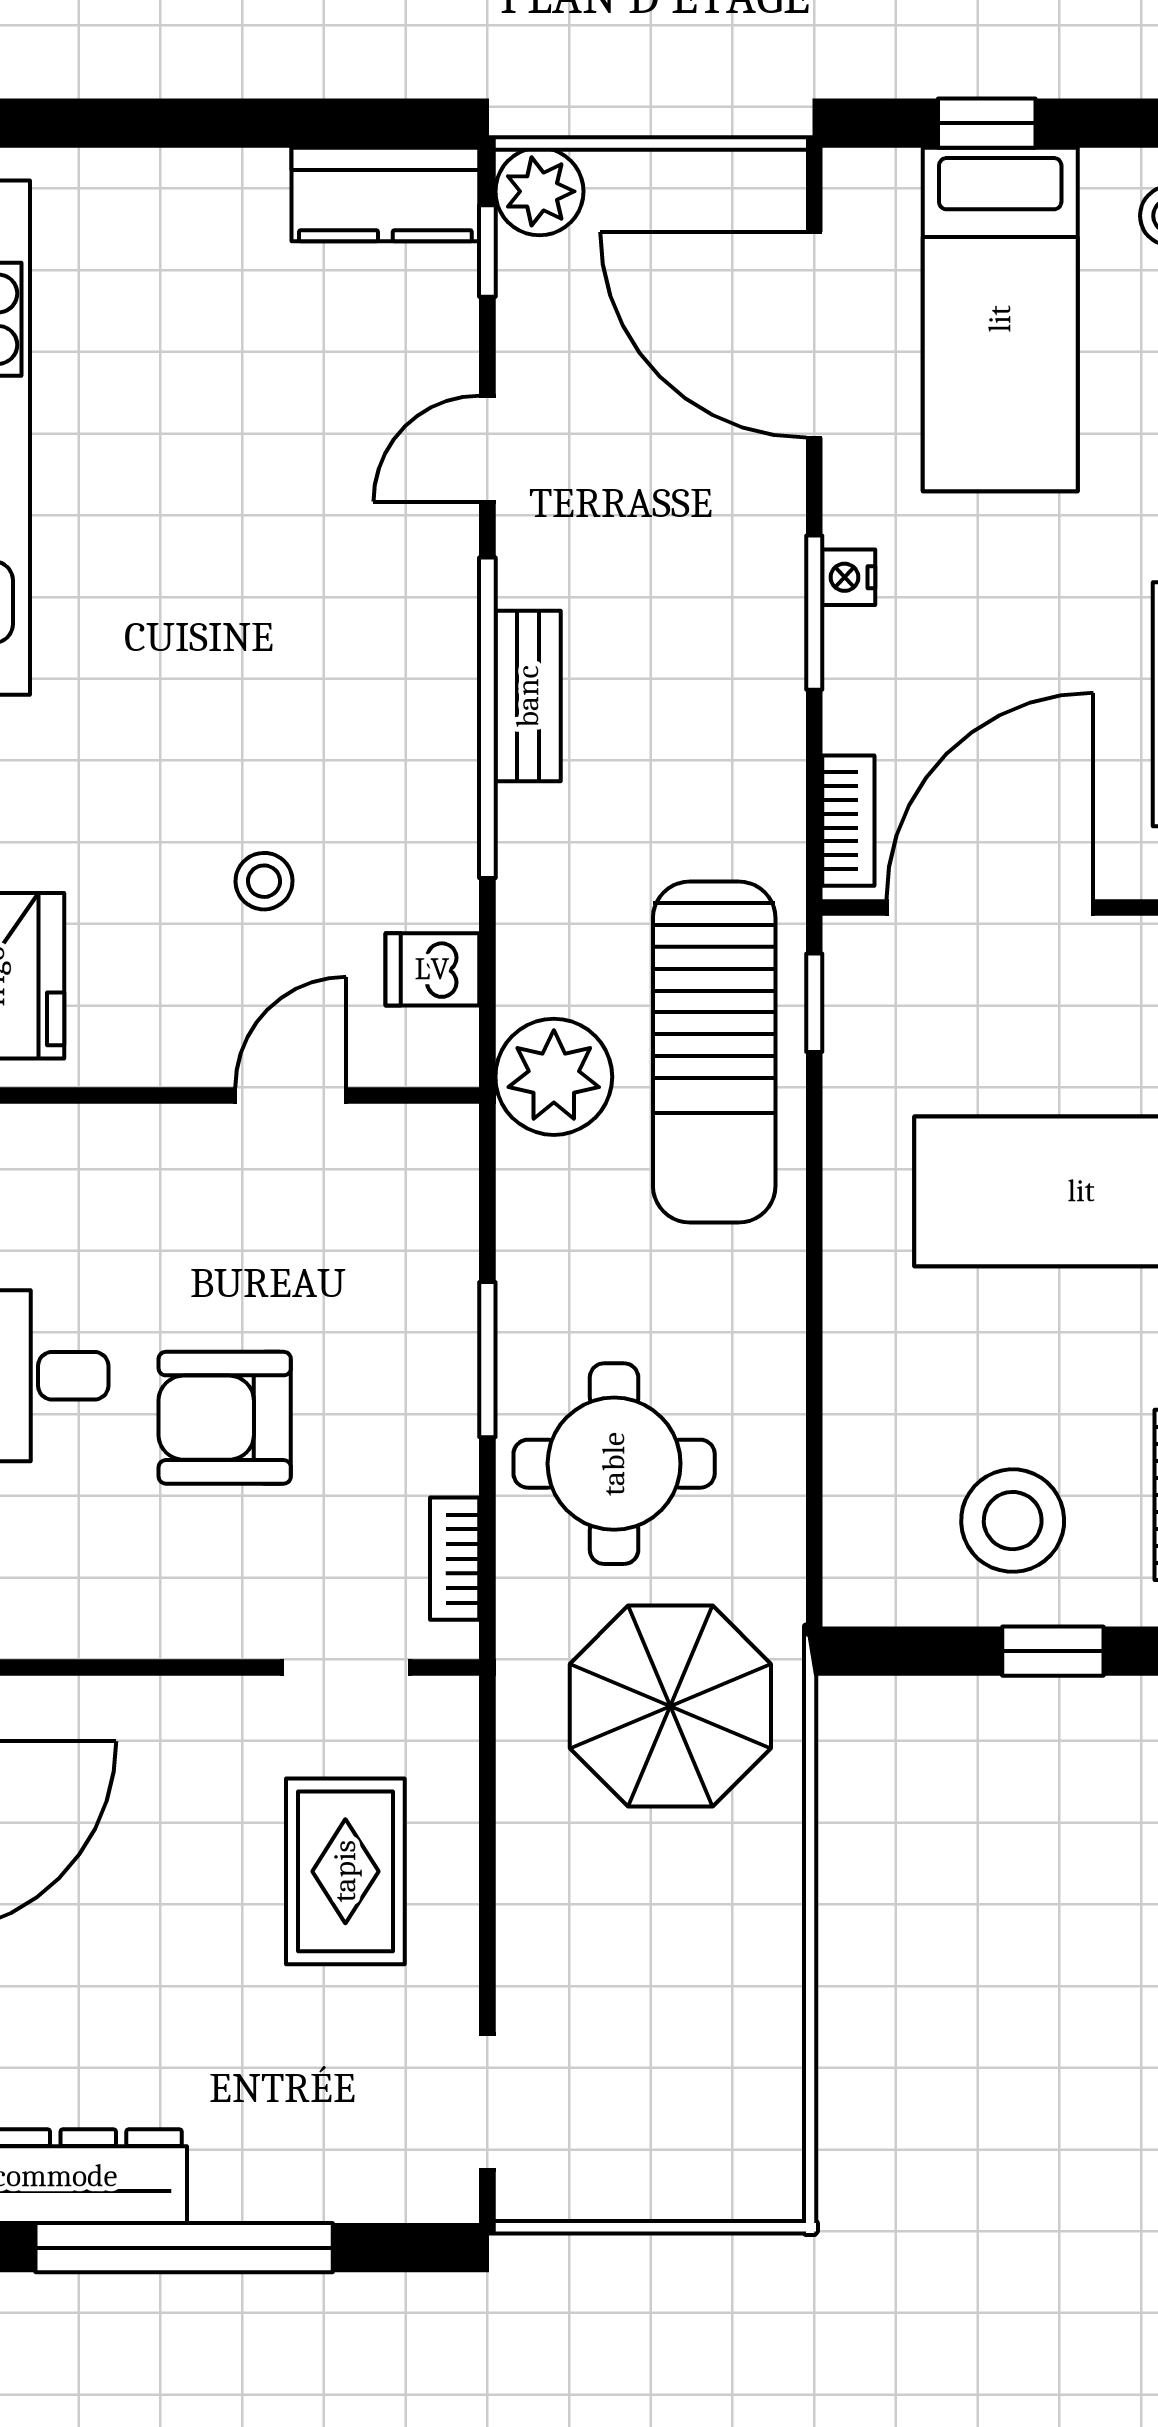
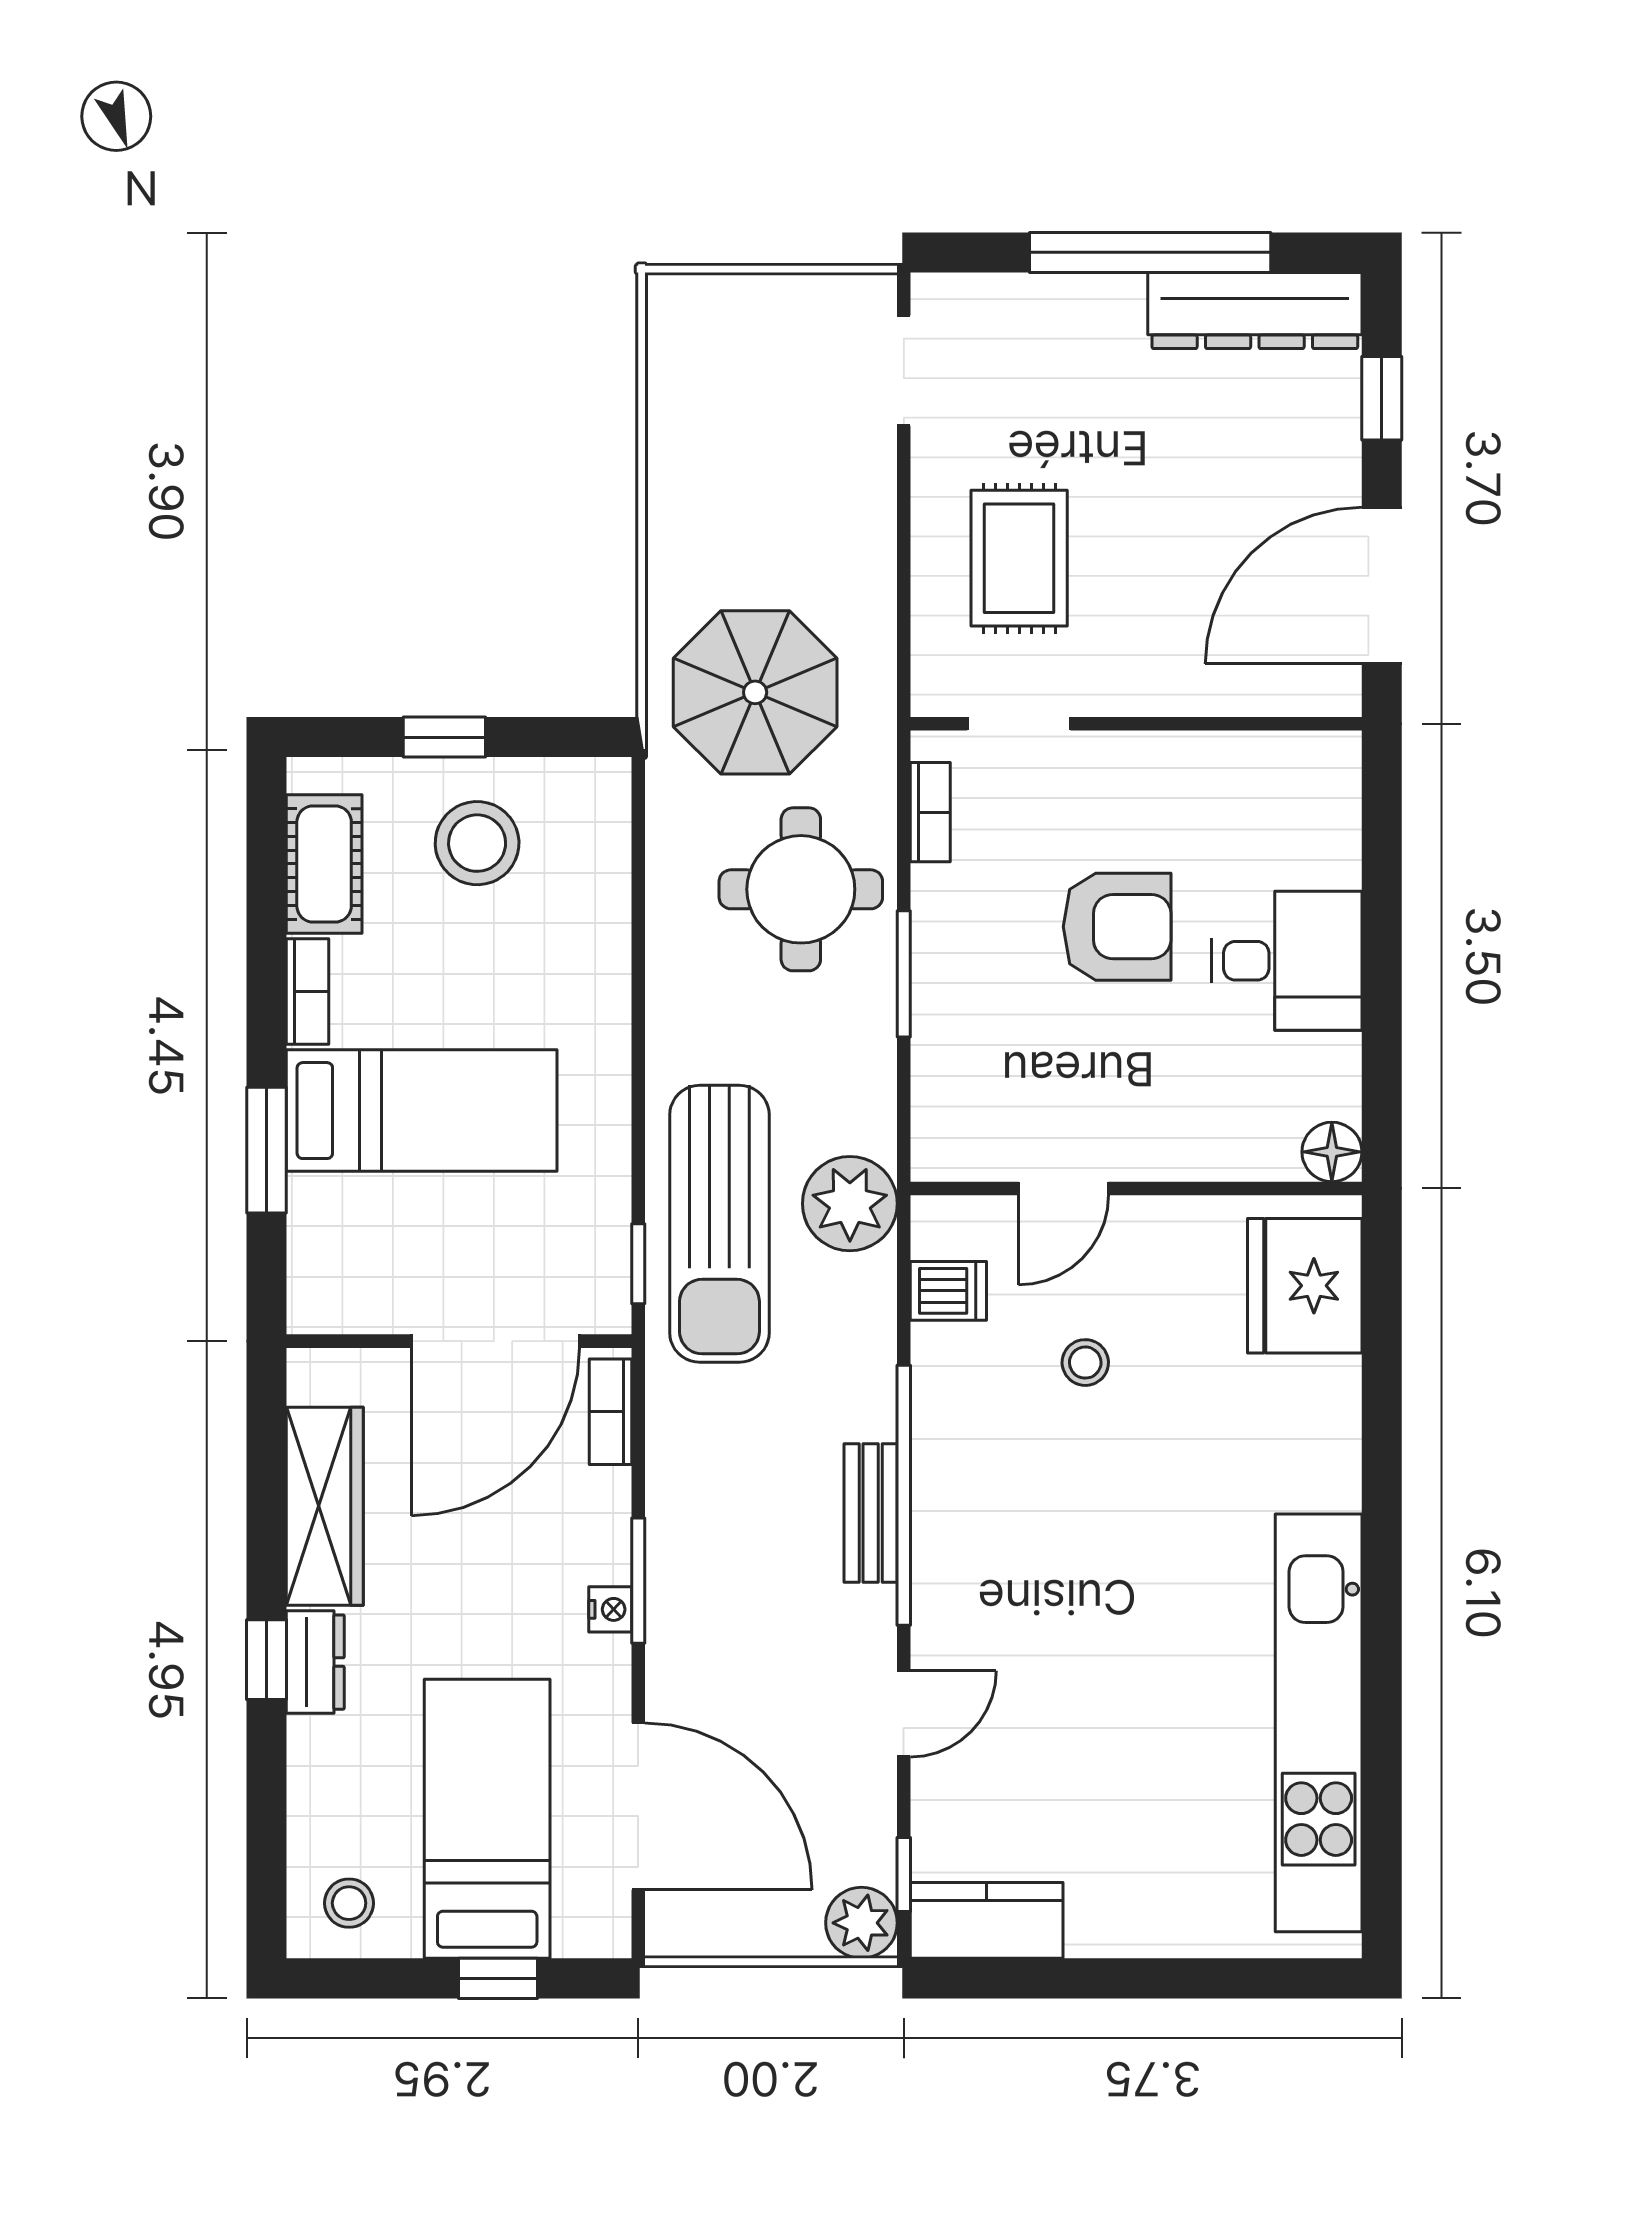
sun lounger: (714, 1052) -> (719, 1224), turned 180

